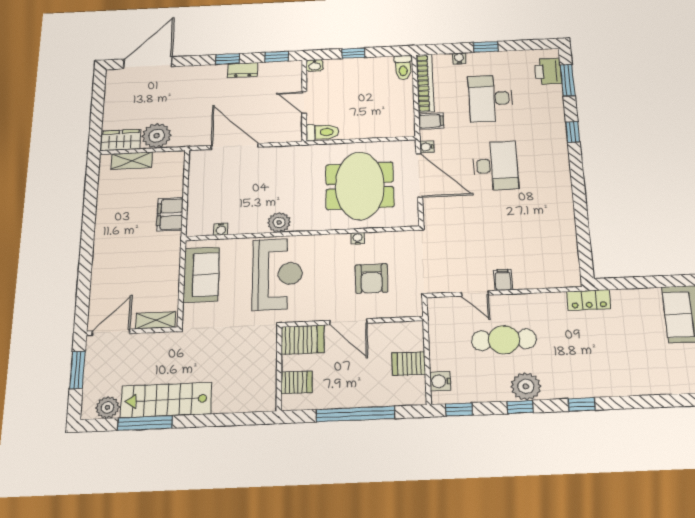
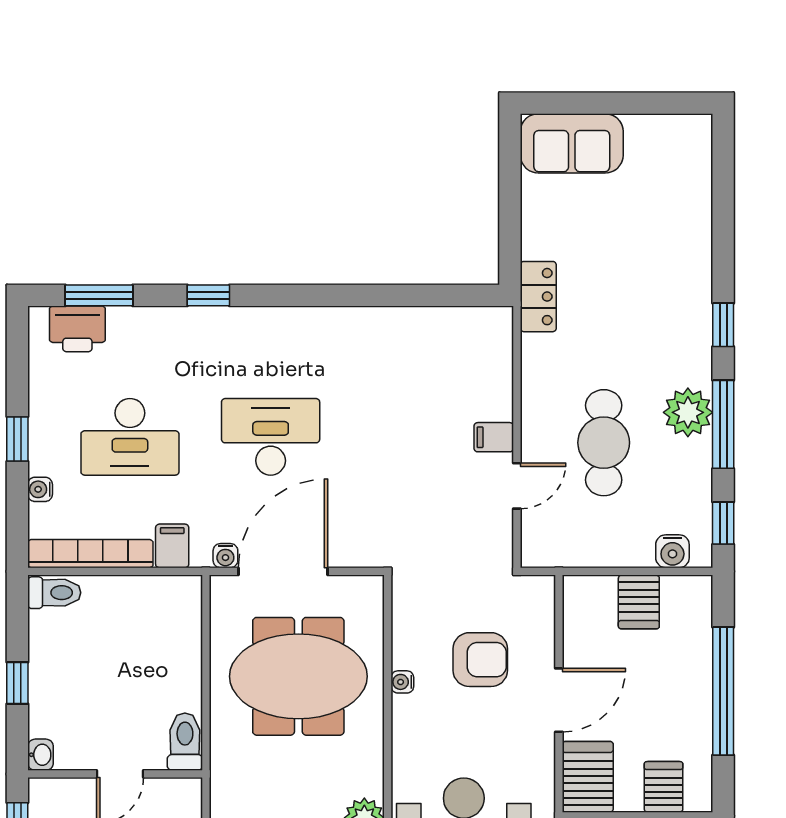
window: (520, 407) -> (723, 424), width x2.17

